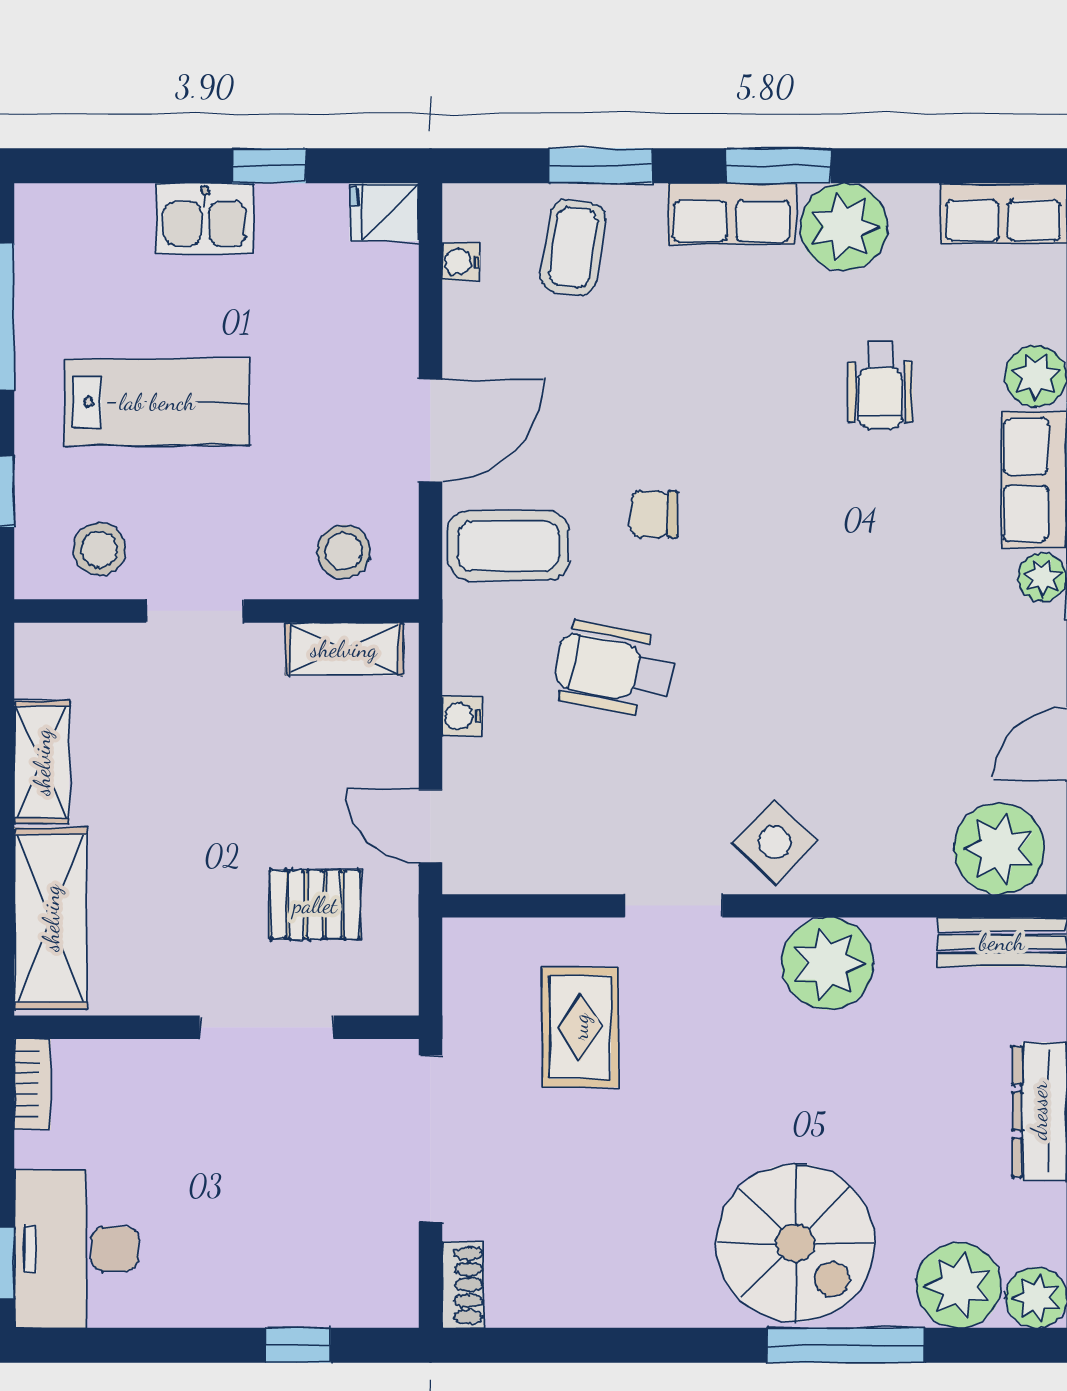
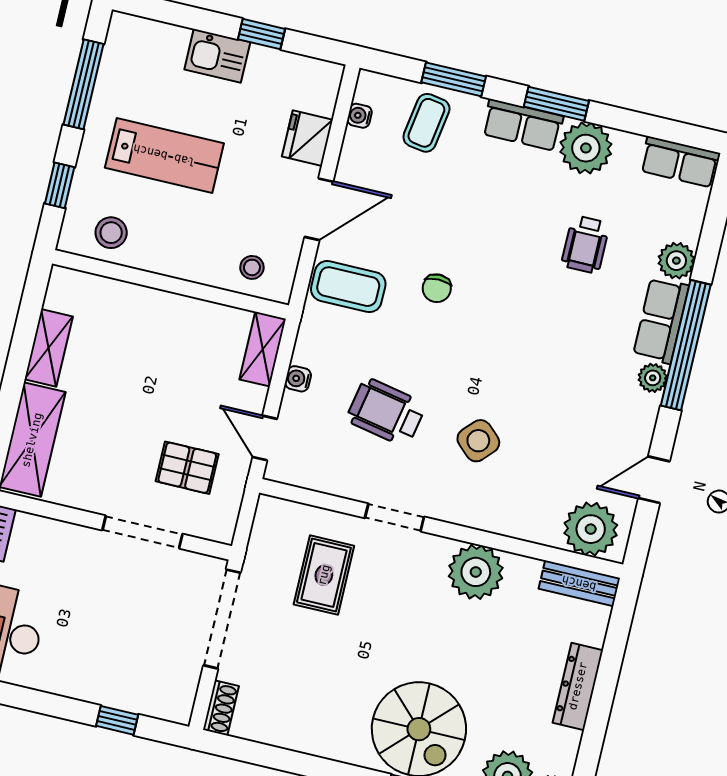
fridge: (384, 212) -> (307, 138), moved, width x1.38
chair: (654, 514) -> (437, 288), turned -90
stool: (344, 552) -> (252, 267), width x0.73, depth x0.73
doorway: (195, 611) -> (158, 281), removed
shelving: (344, 649) -> (263, 349), moved, turned 90
wheelchair: (614, 669) -> (386, 412), moved
side table: (775, 842) -> (478, 441), moved

